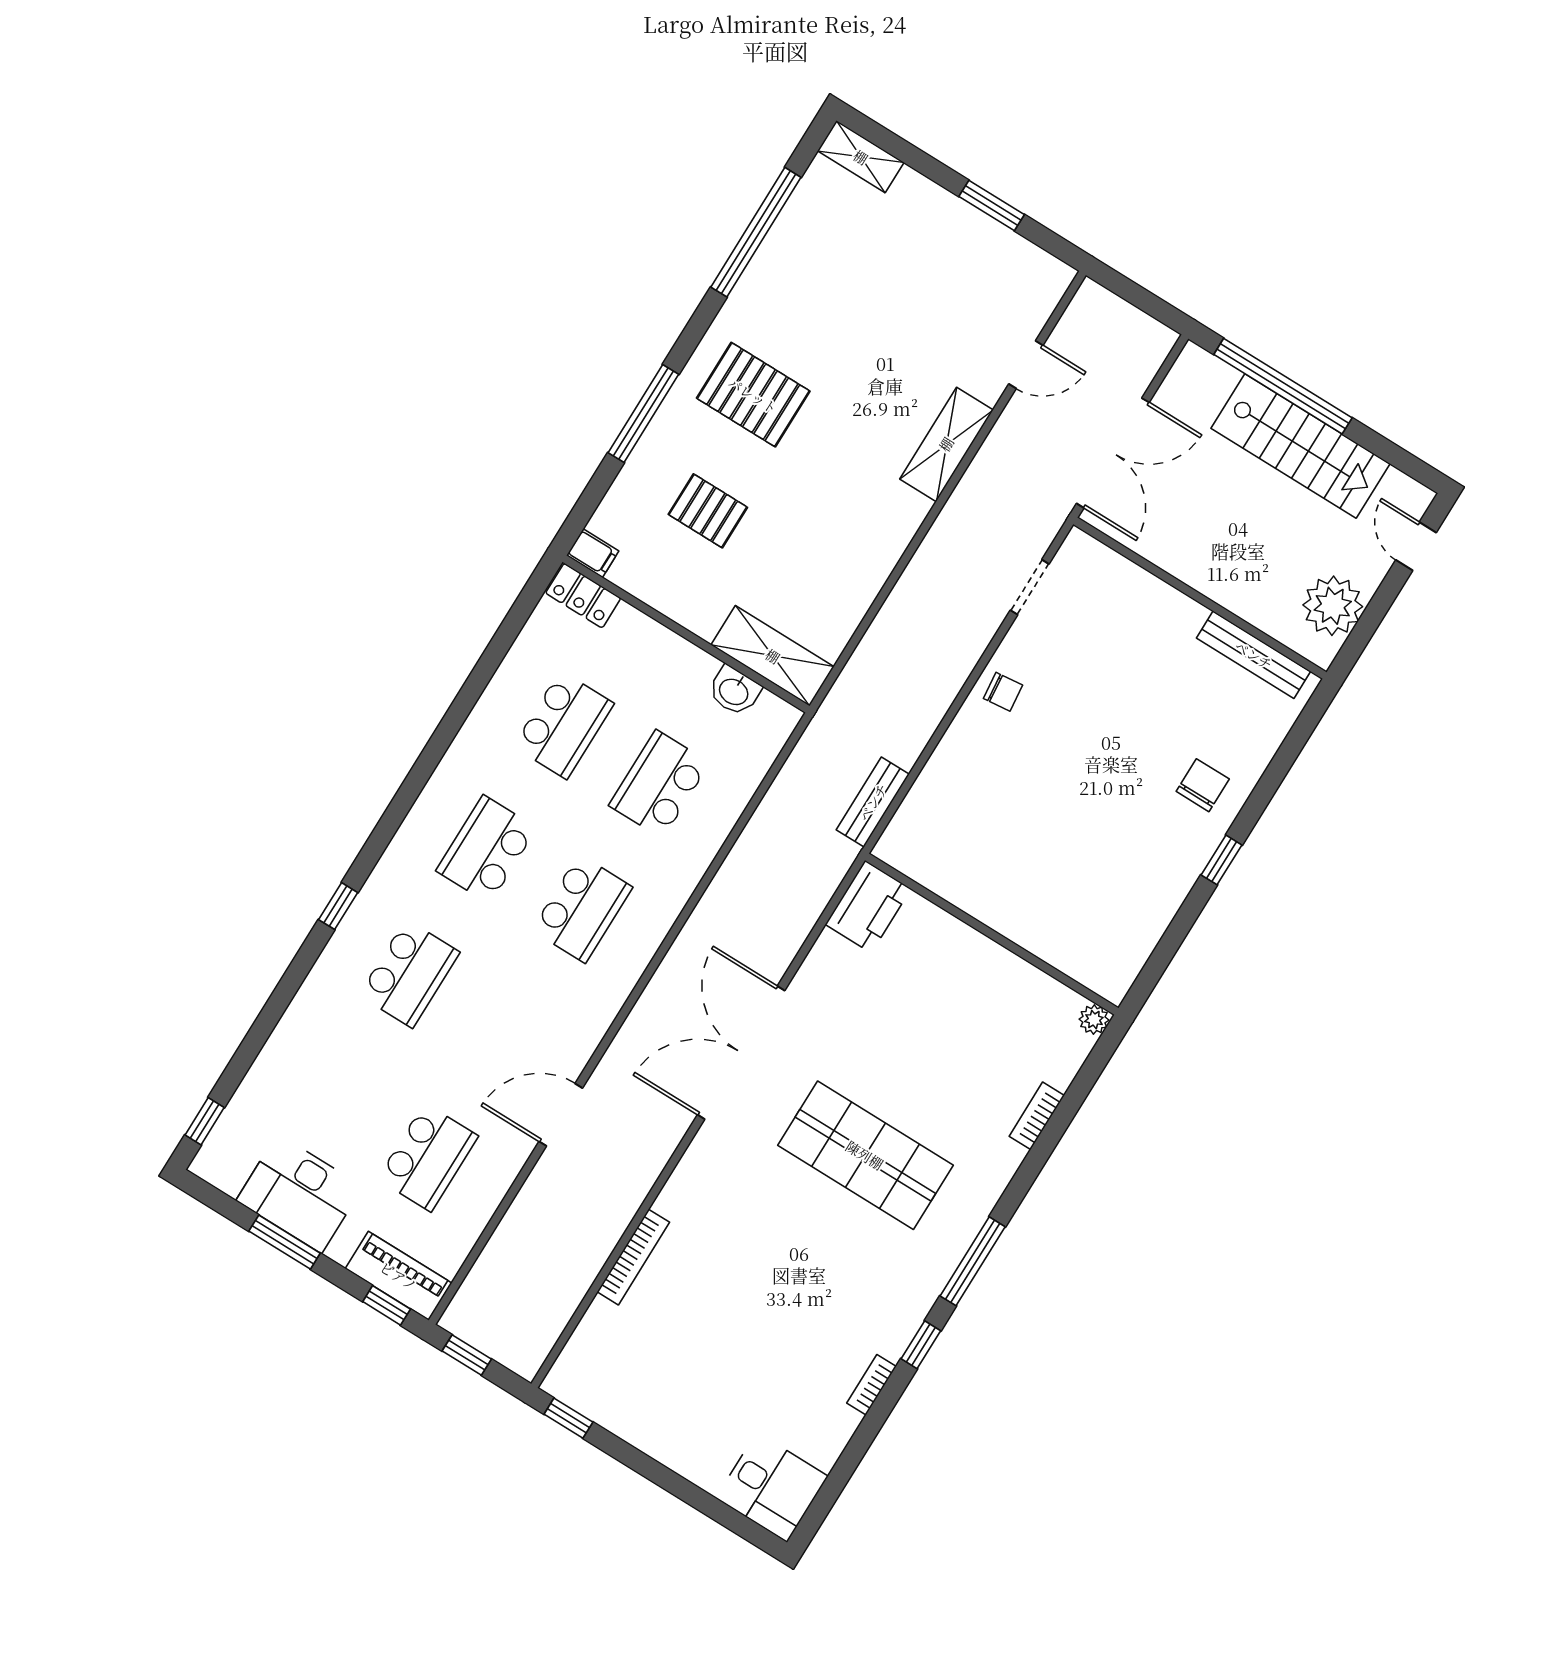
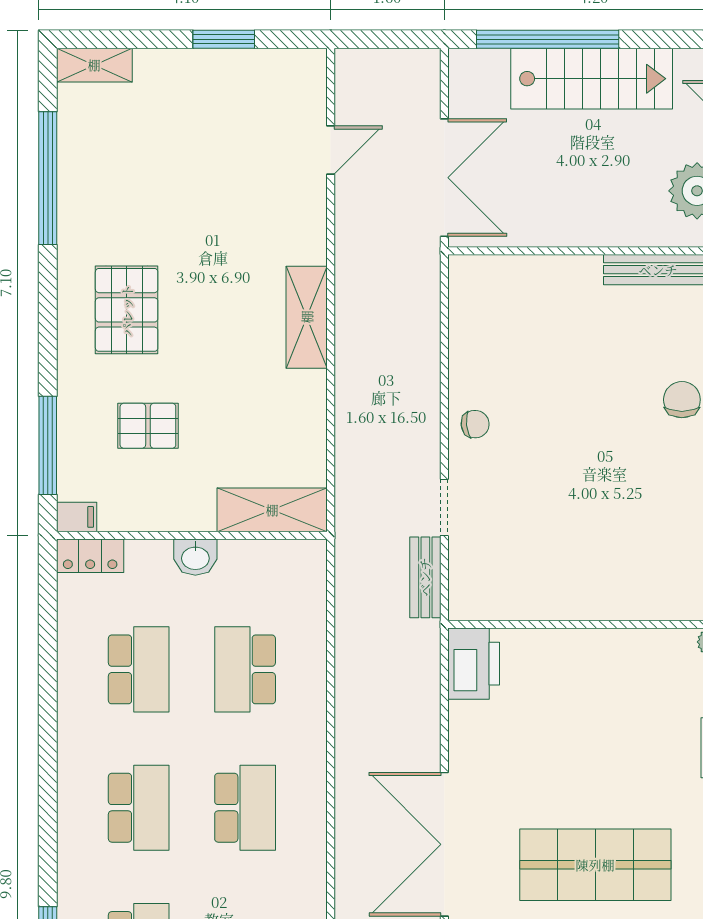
pallet: (753, 395) -> (127, 310), turned 90
window: (643, 414) -> (48, 445), moved
shelving: (946, 444) -> (307, 317), moved
doorway: (1030, 587) -> (444, 508), moved
washbasin: (734, 691) -> (195, 557), moved
school desk: (486, 849) -> (139, 808), turned 180

